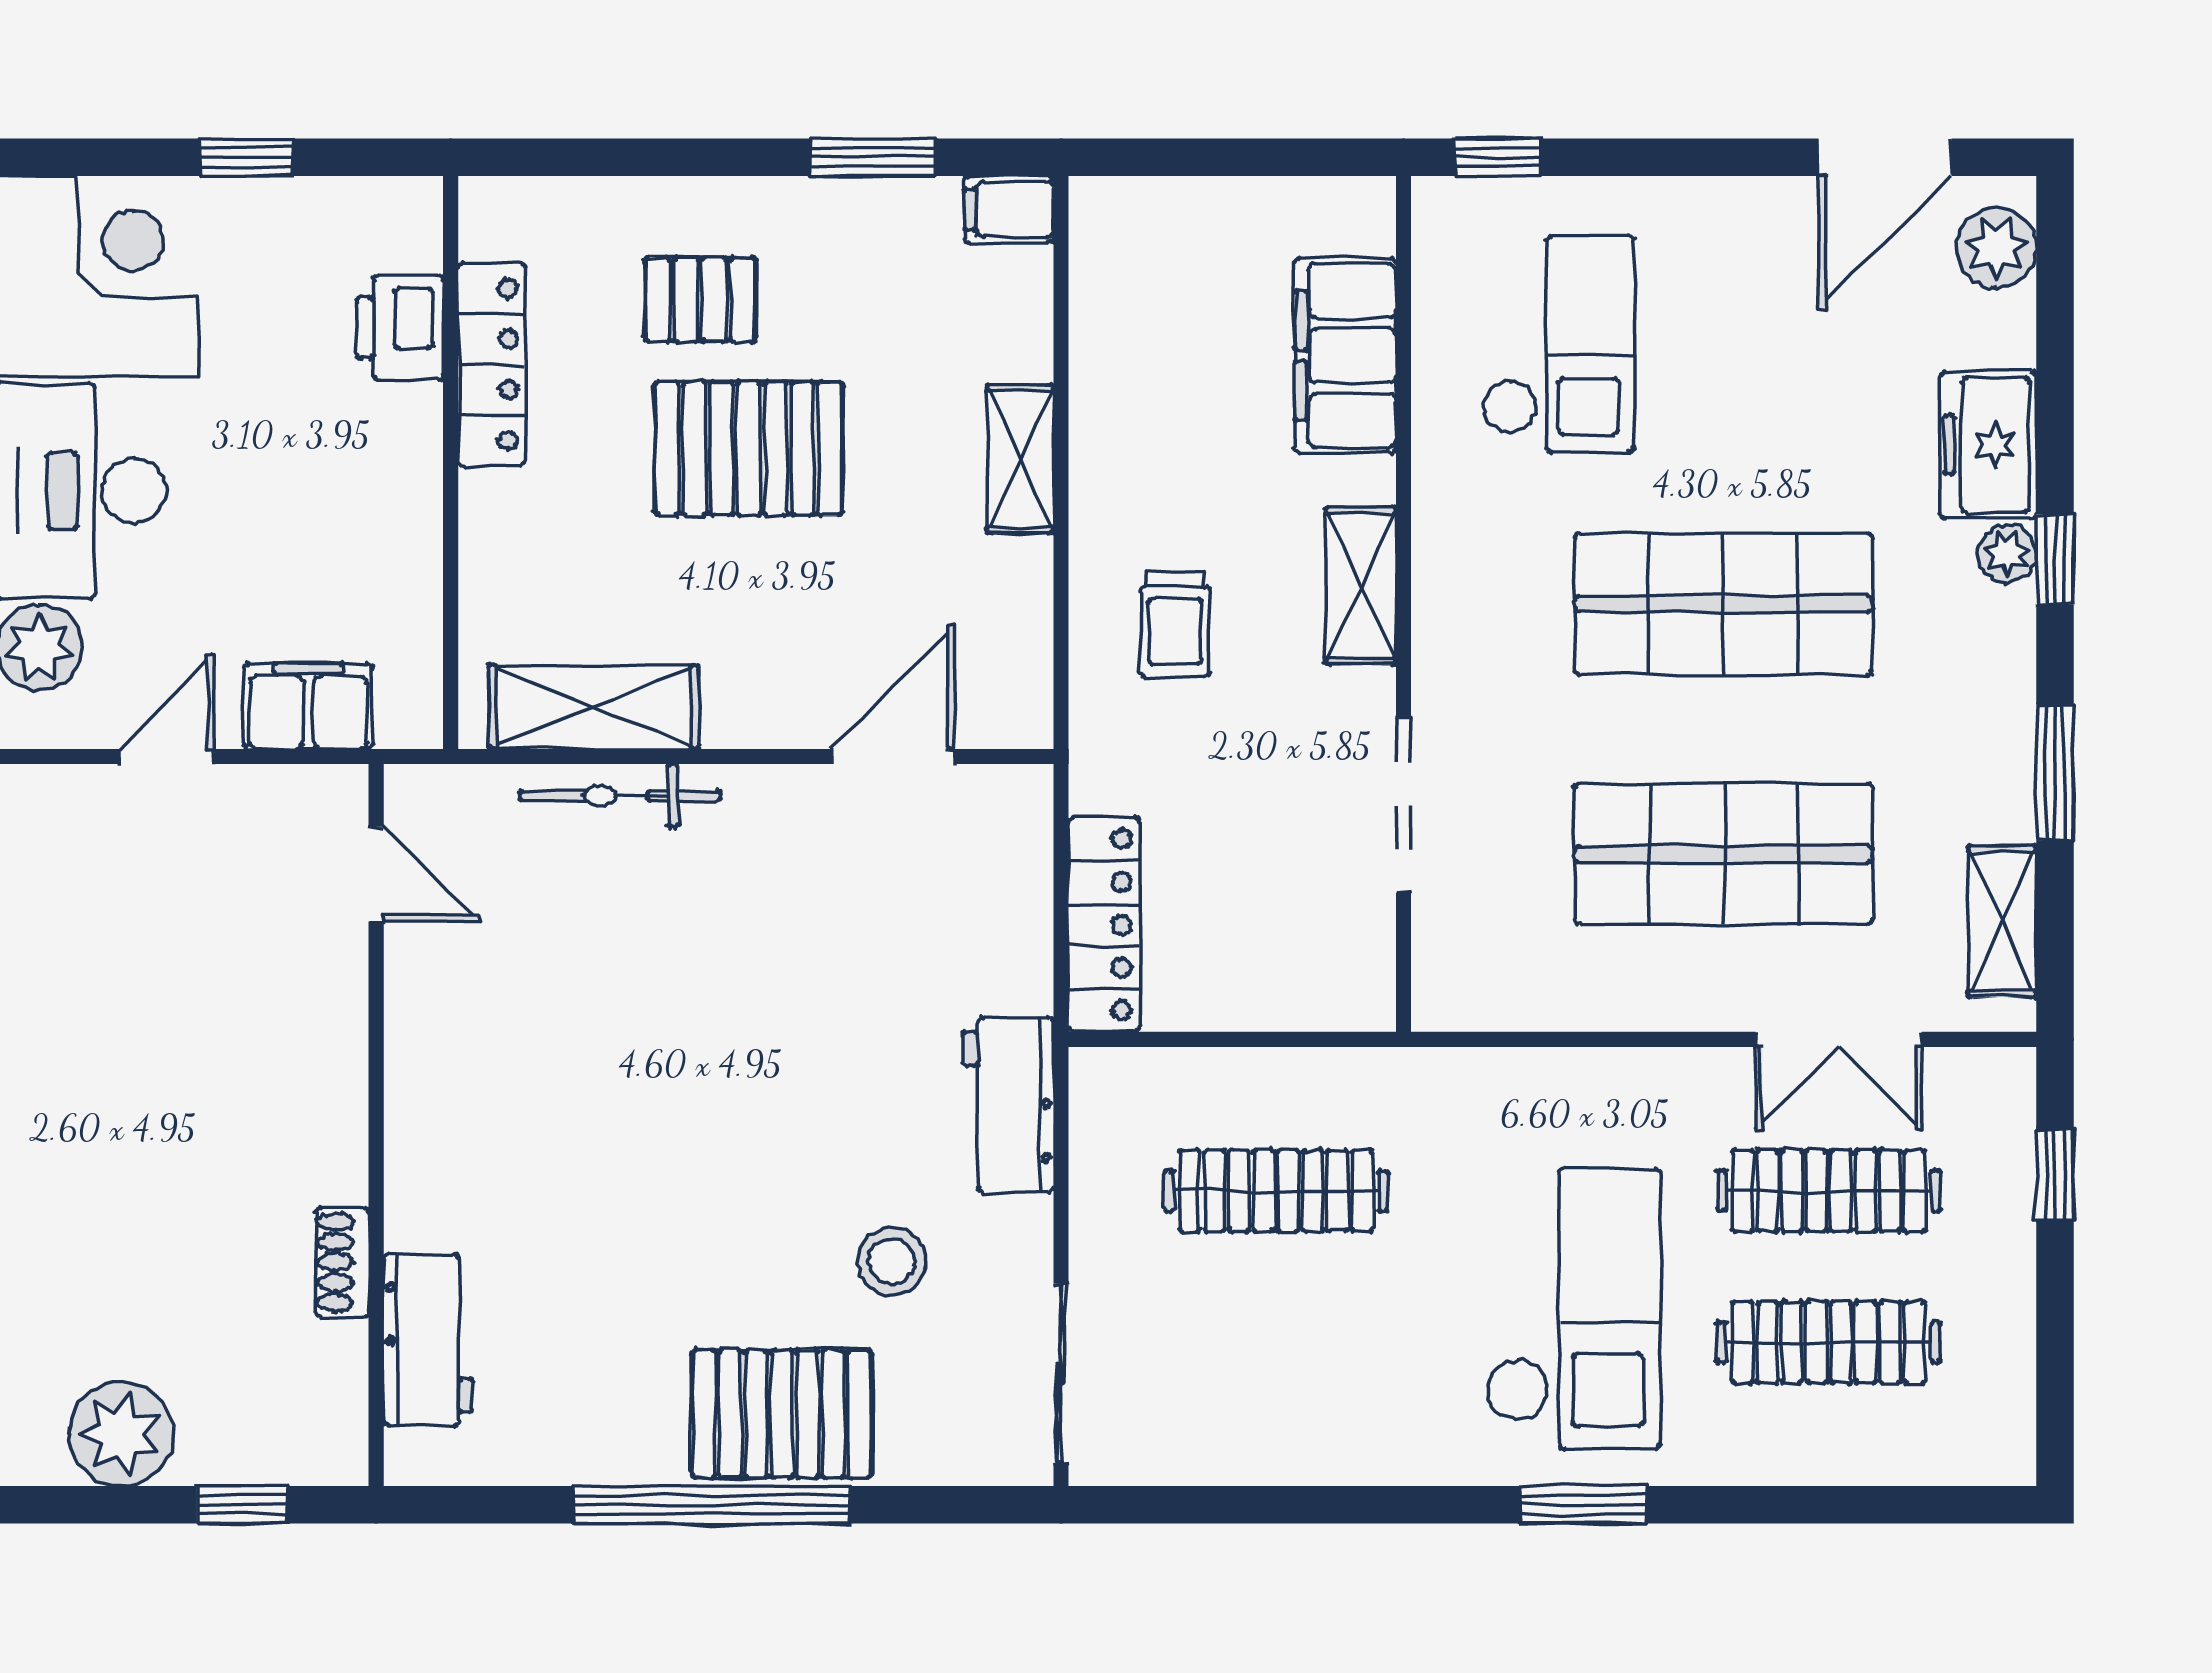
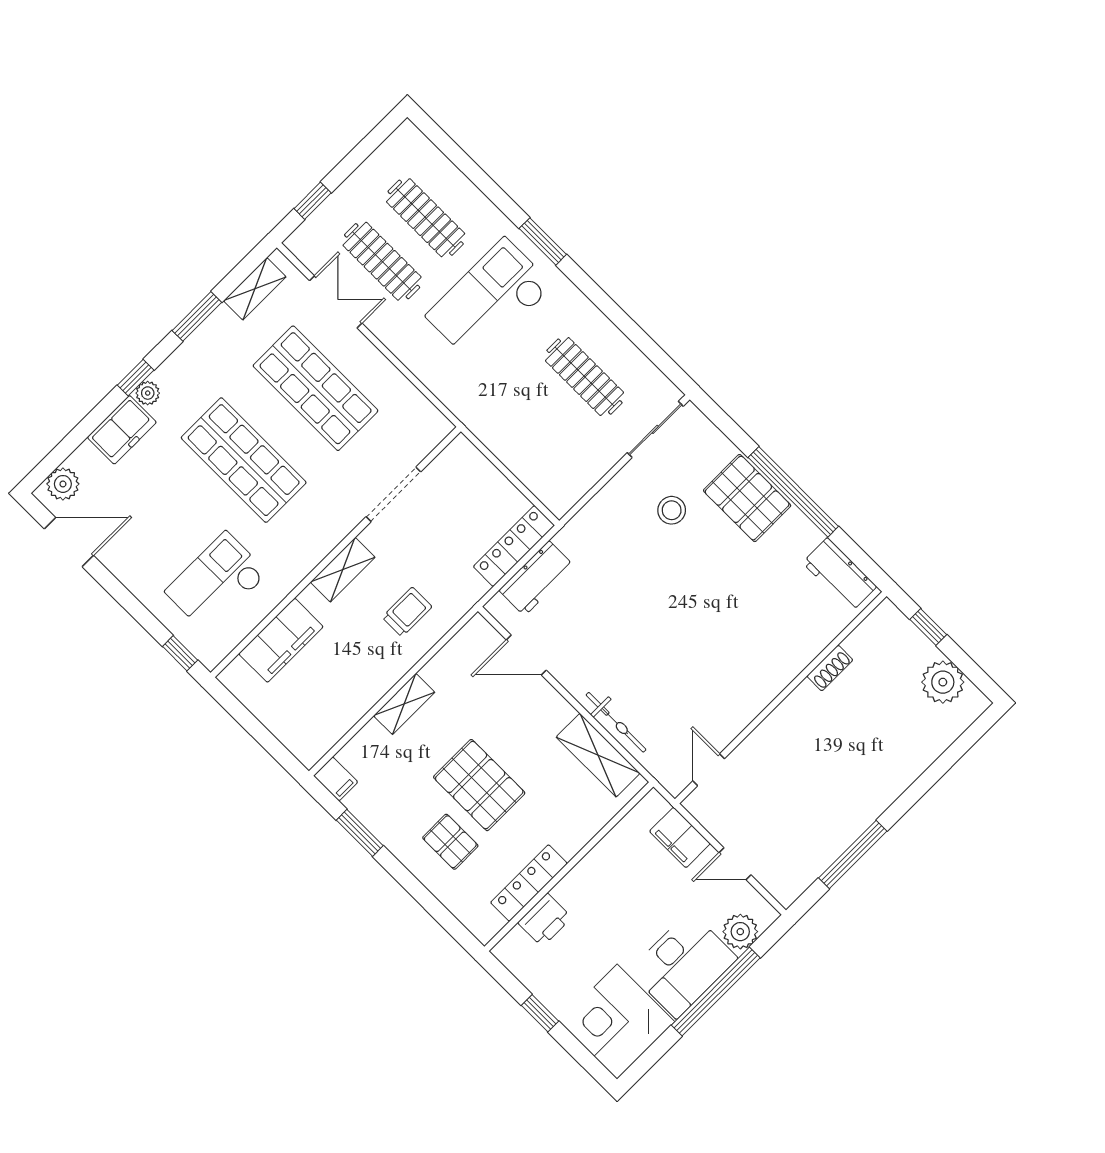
workbench: (1008, 1105) -> (537, 578), moved
clothes rail: (1276, 1191) -> (584, 377), moved
workbench: (428, 1340) -> (840, 575), moved, turned -90

